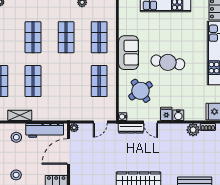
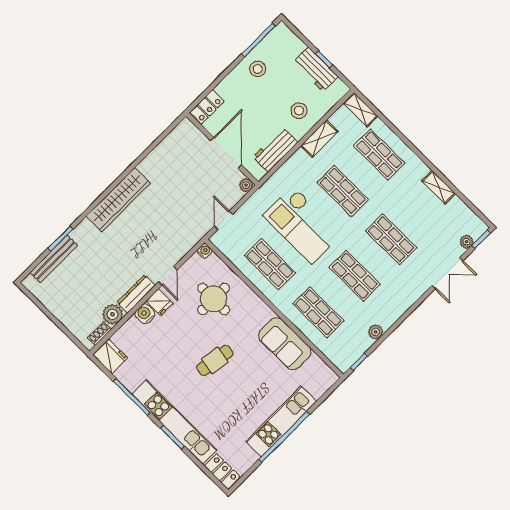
sofa: (129, 53) -> (285, 344), moved
cafe table: (168, 62) -> (215, 361), width x0.73, depth x0.74
checkout: (67, 84) -> (302, 225), added
round table: (140, 91) -> (214, 299), turned 35
door: (151, 122) -> (168, 276), swing flipped
dresser: (131, 128) -> (136, 294), moved
workbench: (45, 130) -> (275, 150), width x0.73

